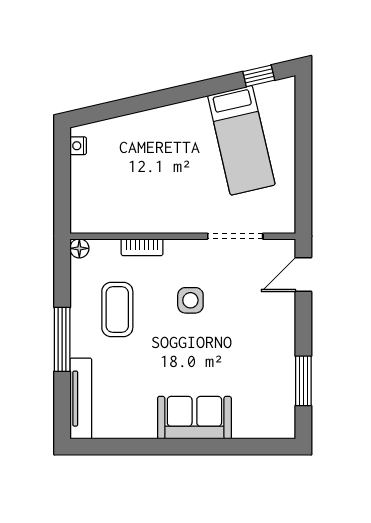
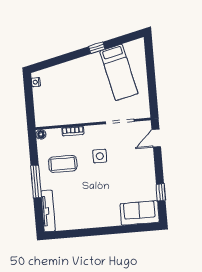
window: (259, 76) -> (97, 48), moved
coffee table: (117, 310) -> (63, 164), turned 90
window: (303, 381) -> (161, 192), width x0.67
sofa: (194, 418) -> (140, 213), moved

